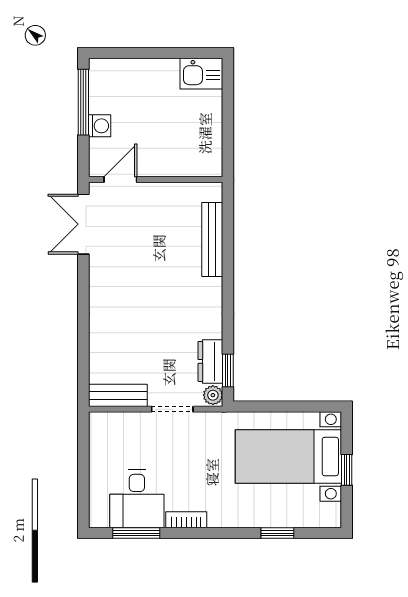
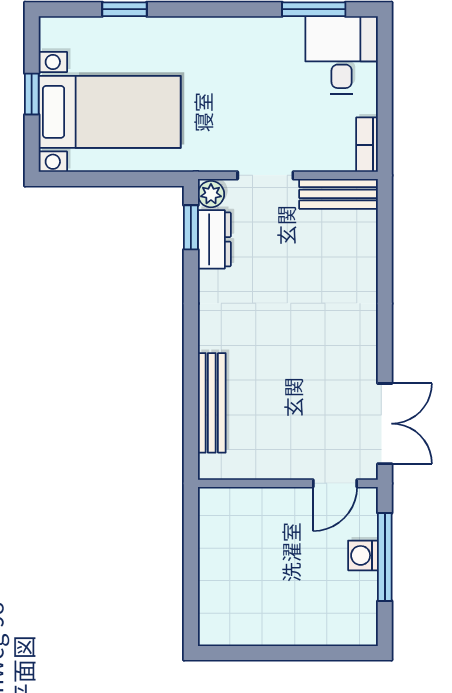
kitchen sink: (201, 74) -> (226, 625), removed
window: (83, 102) -> (385, 557), moved
desk: (137, 499) -> (342, 55), moved
bookcase: (186, 520) -> (367, 145), moved, turned 90

